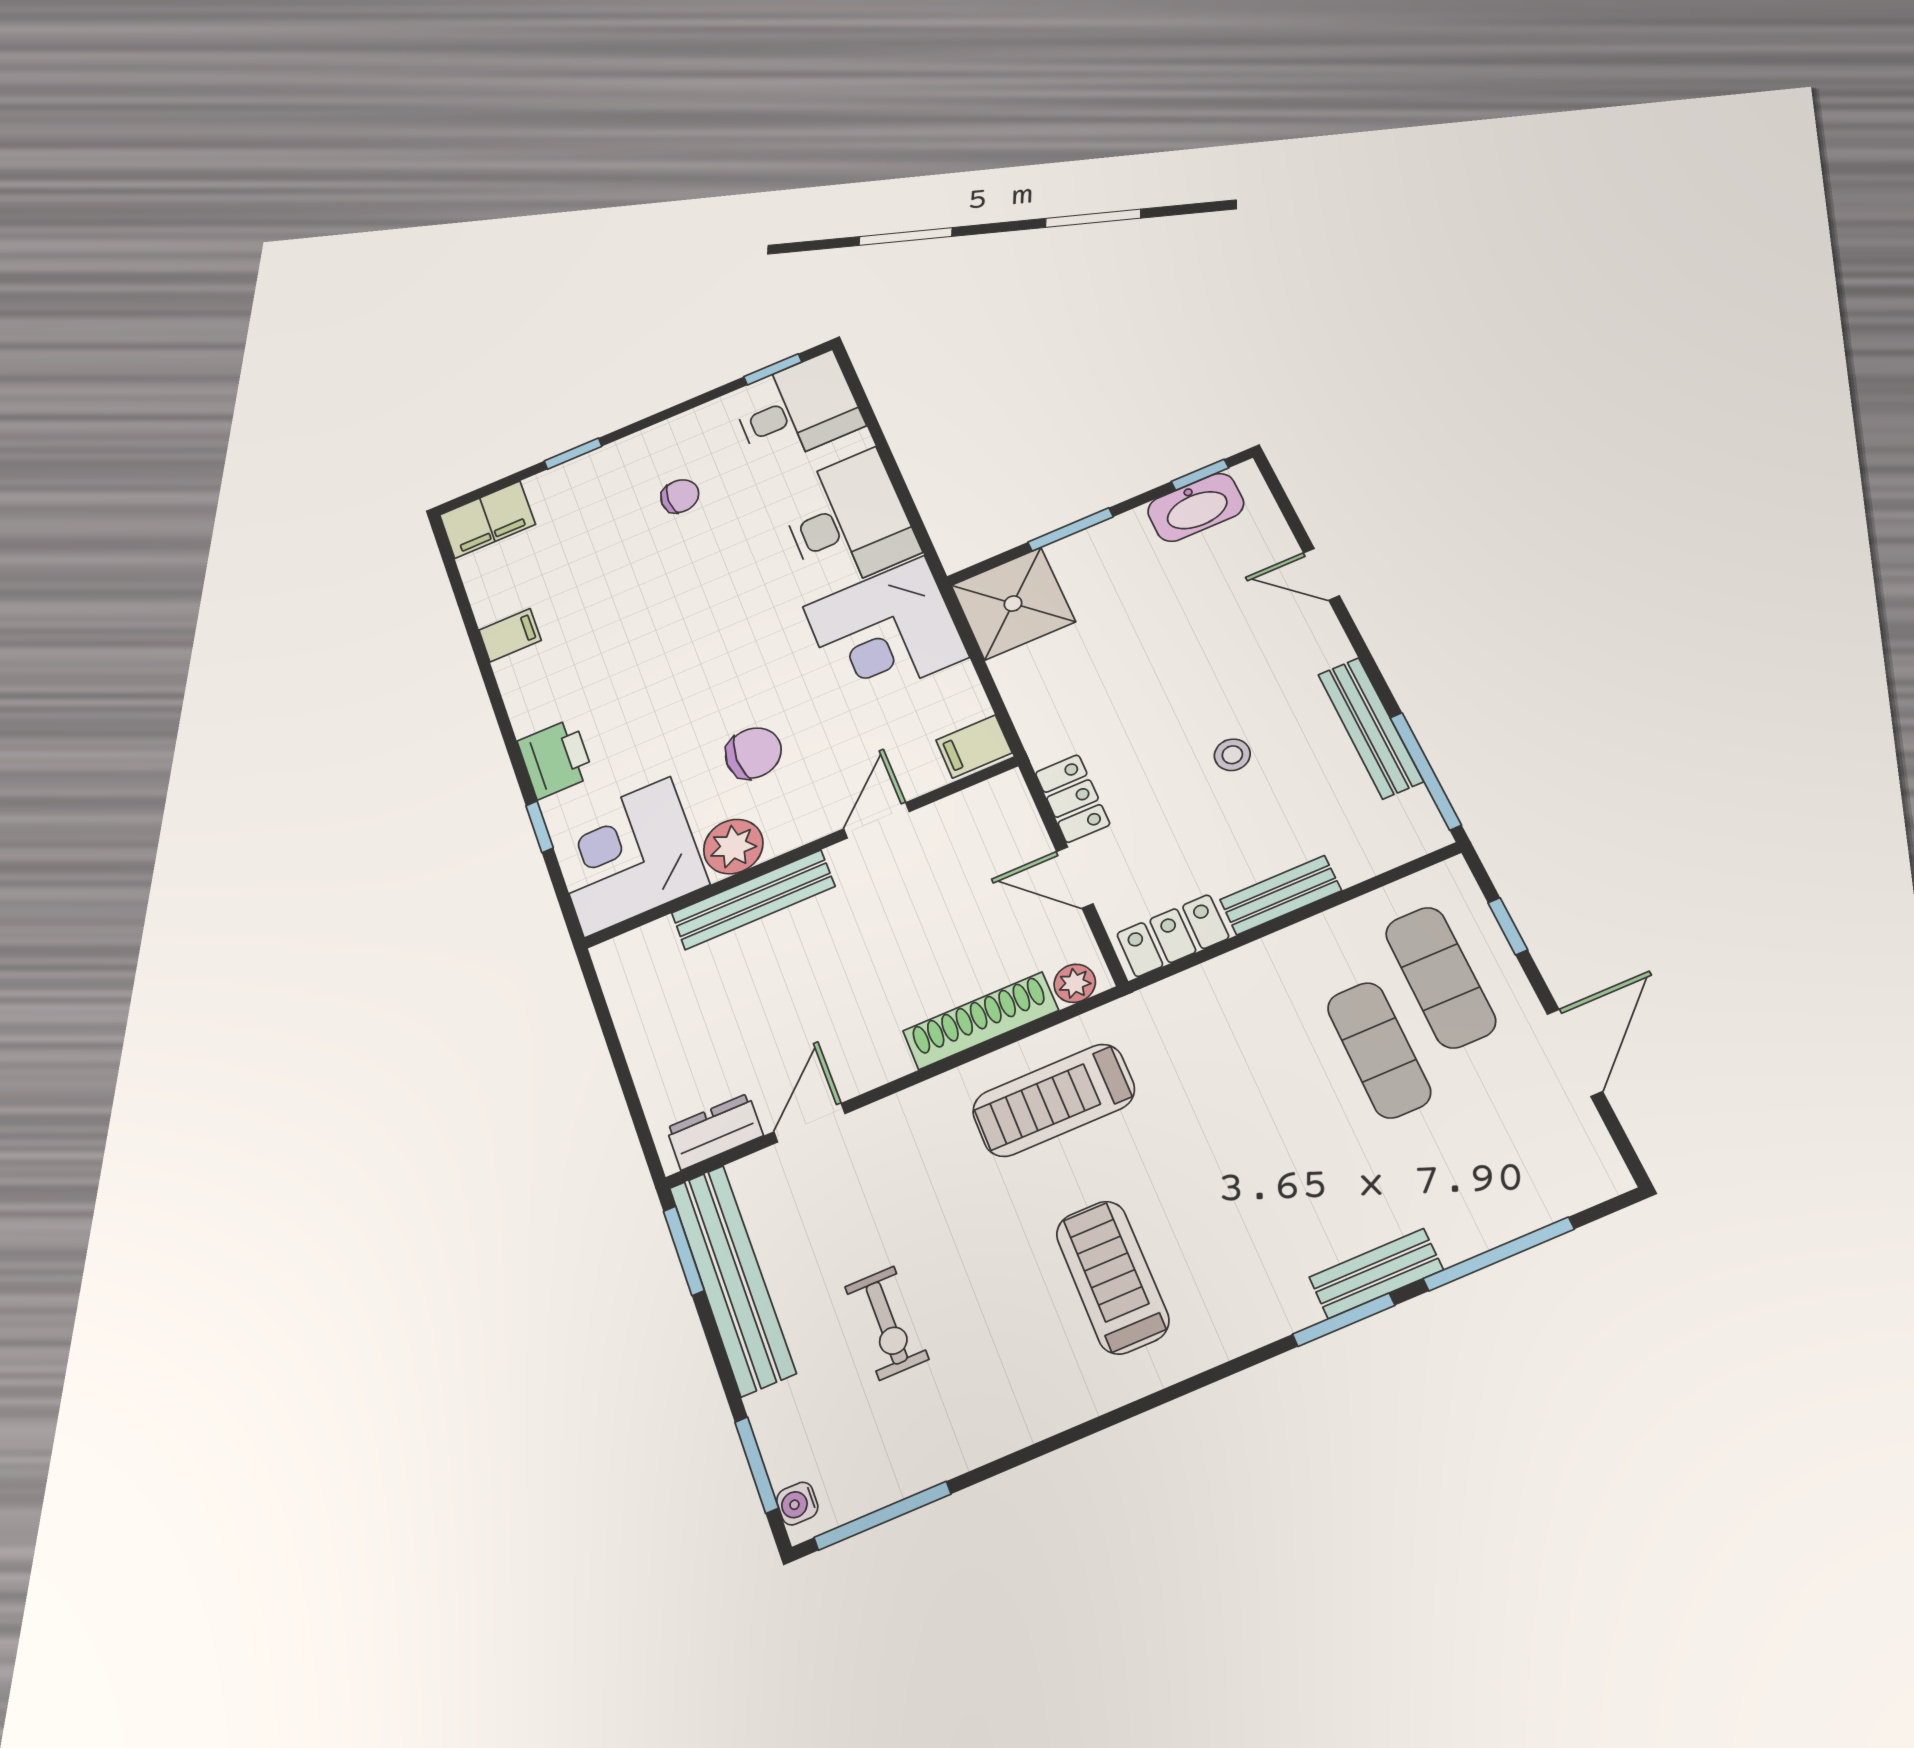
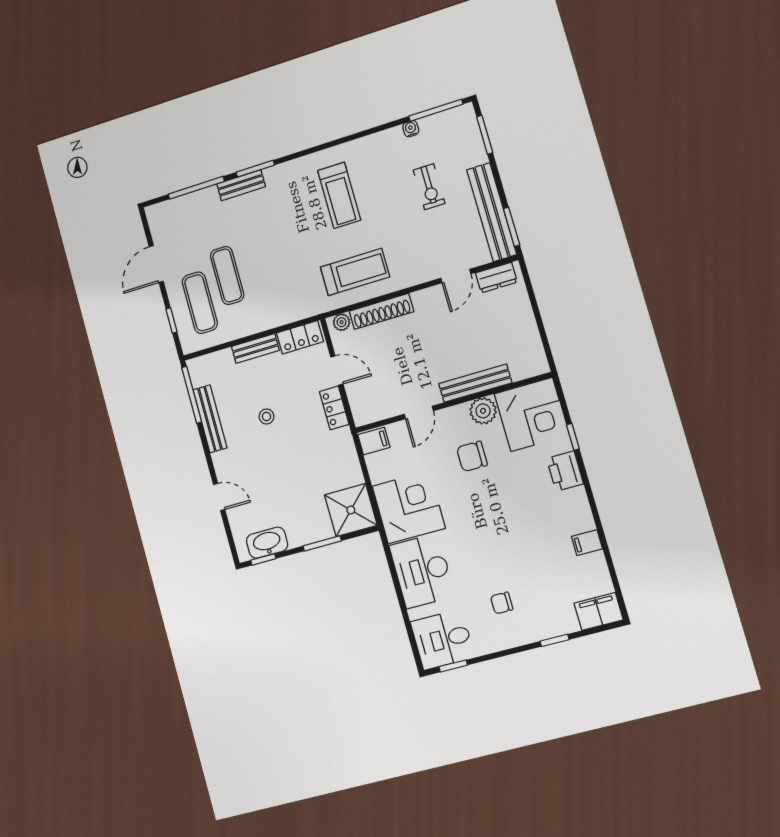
exercise bike: (887, 1323) -> (429, 187), turned 180
water cooler: (797, 1504) -> (411, 129), moved, turned -90

